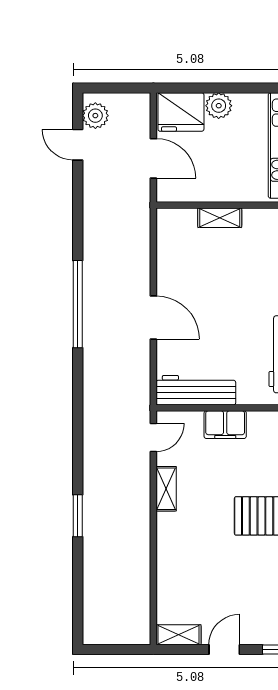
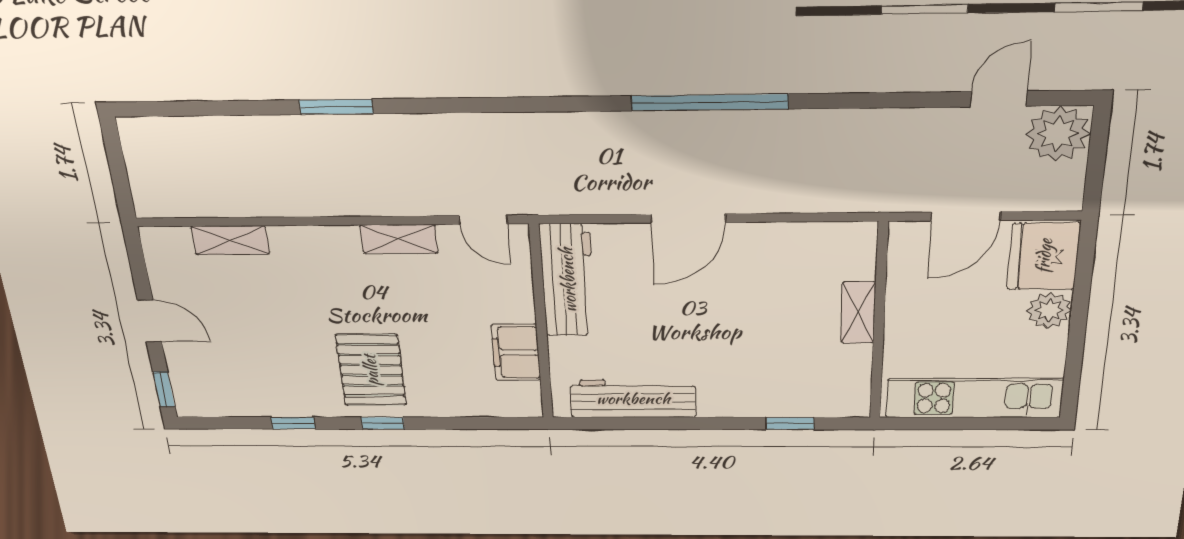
plant: (95, 116) -> (1058, 134), width x1.36, depth x1.36
filing cabinet: (225, 425) -> (516, 352), moved
shelving: (179, 635) -> (230, 240), moved, turned 90

